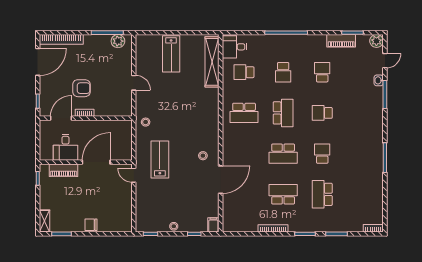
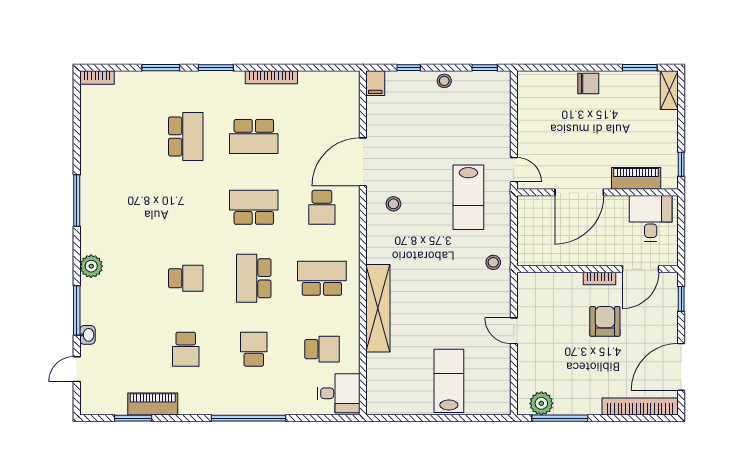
plant: (376, 41) -> (91, 266), moved
shelving: (212, 62) -> (378, 308), moved
armchair: (81, 88) -> (605, 321), turned 90
desk: (65, 147) -> (651, 218), moved
school desk: (322, 154) -> (322, 207), moved

